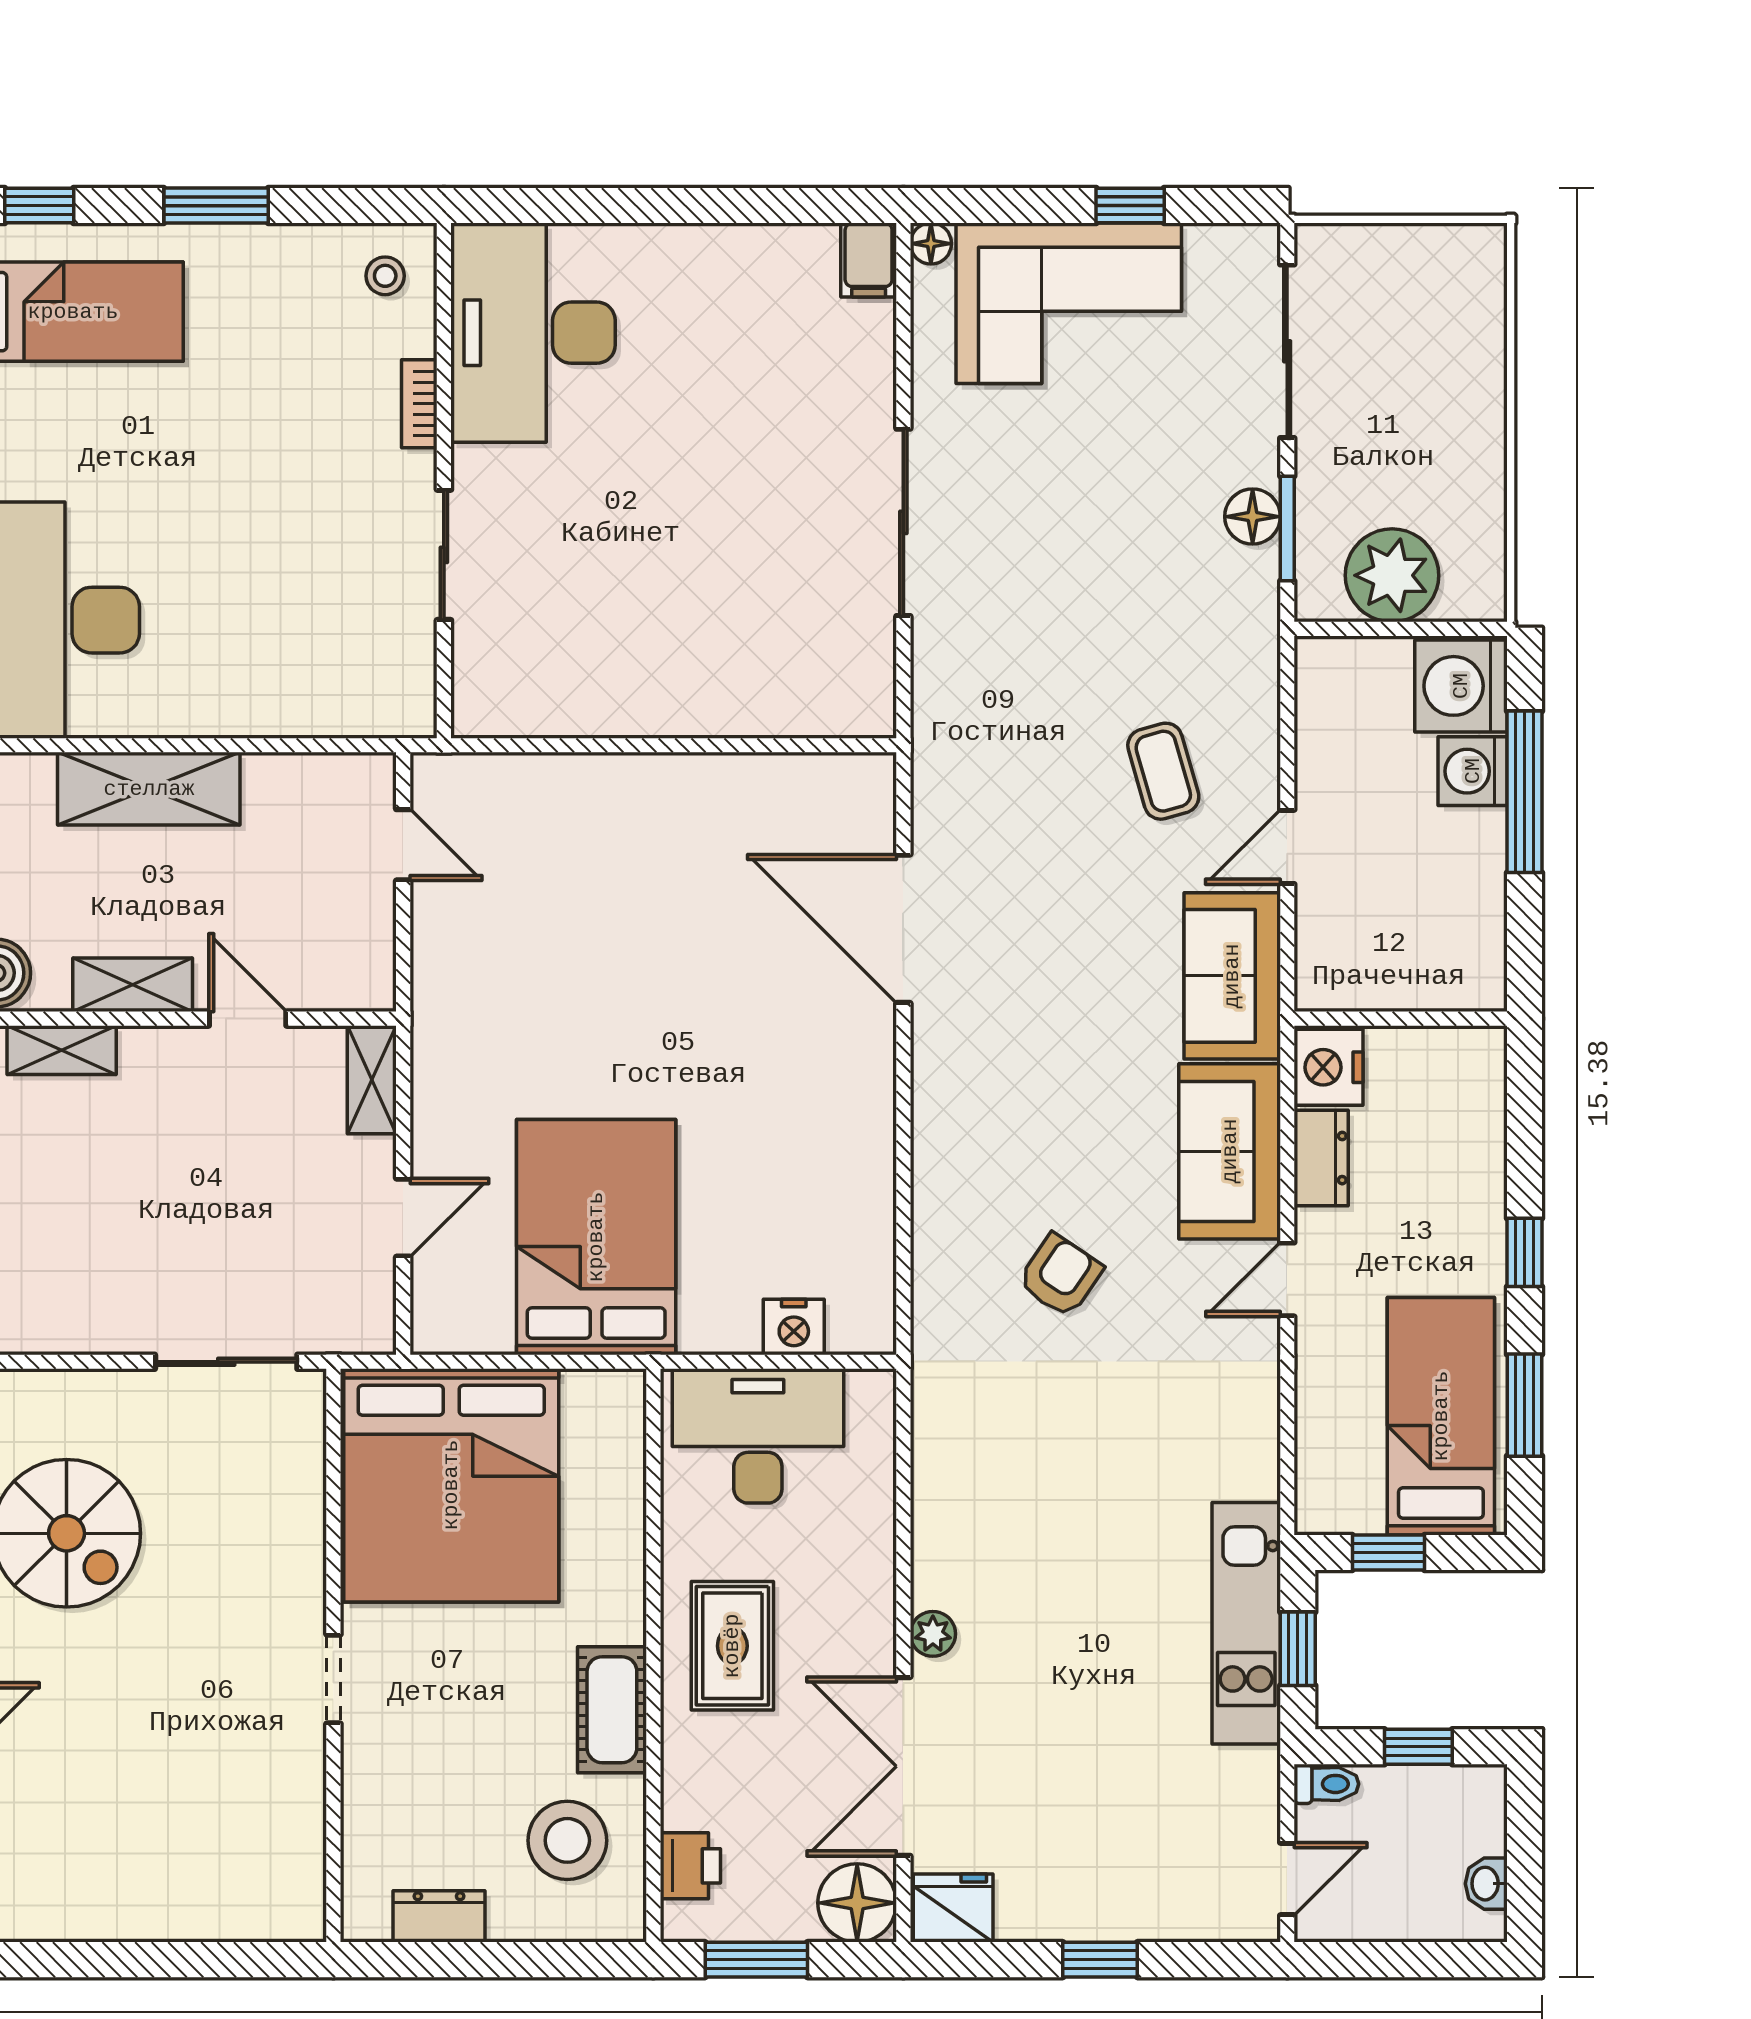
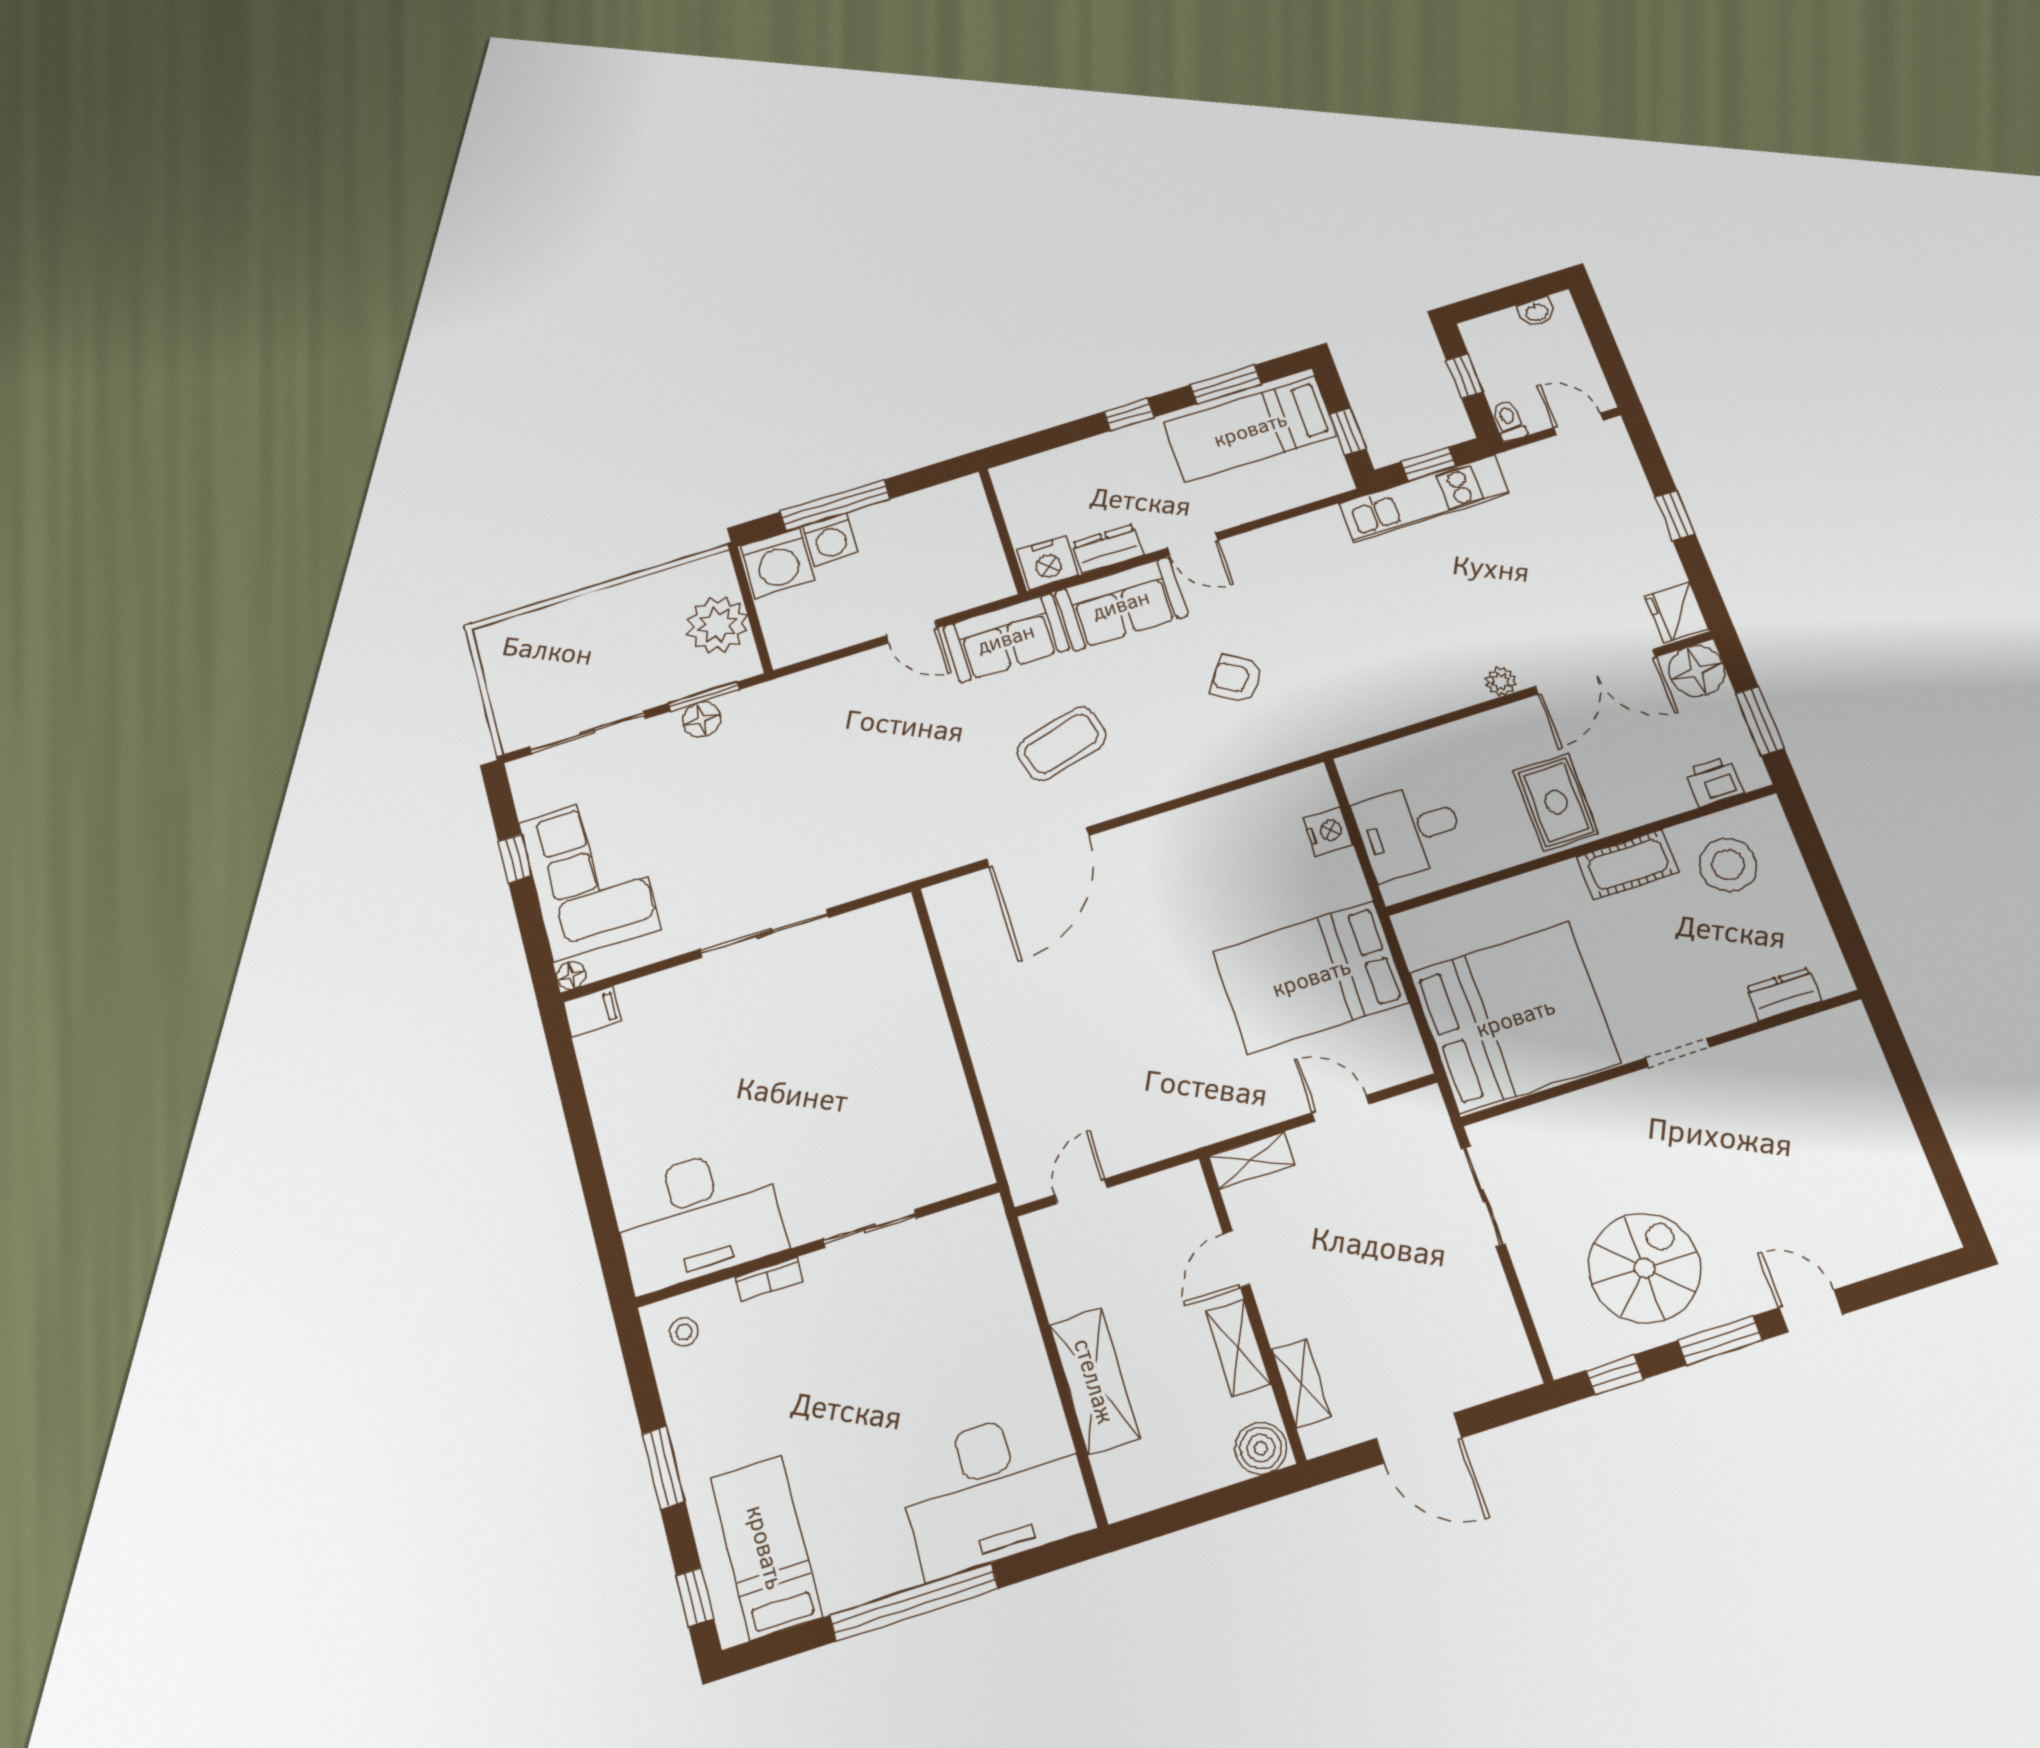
coffee table: (1163, 771) -> (1062, 744), moved, width x1.36, depth x1.30
desk: (758, 1436) -> (1409, 831), width x0.73
rug: (732, 1646) -> (1556, 802), turned 90
dresser: (439, 1916) -> (1784, 994), moved, turned 90

